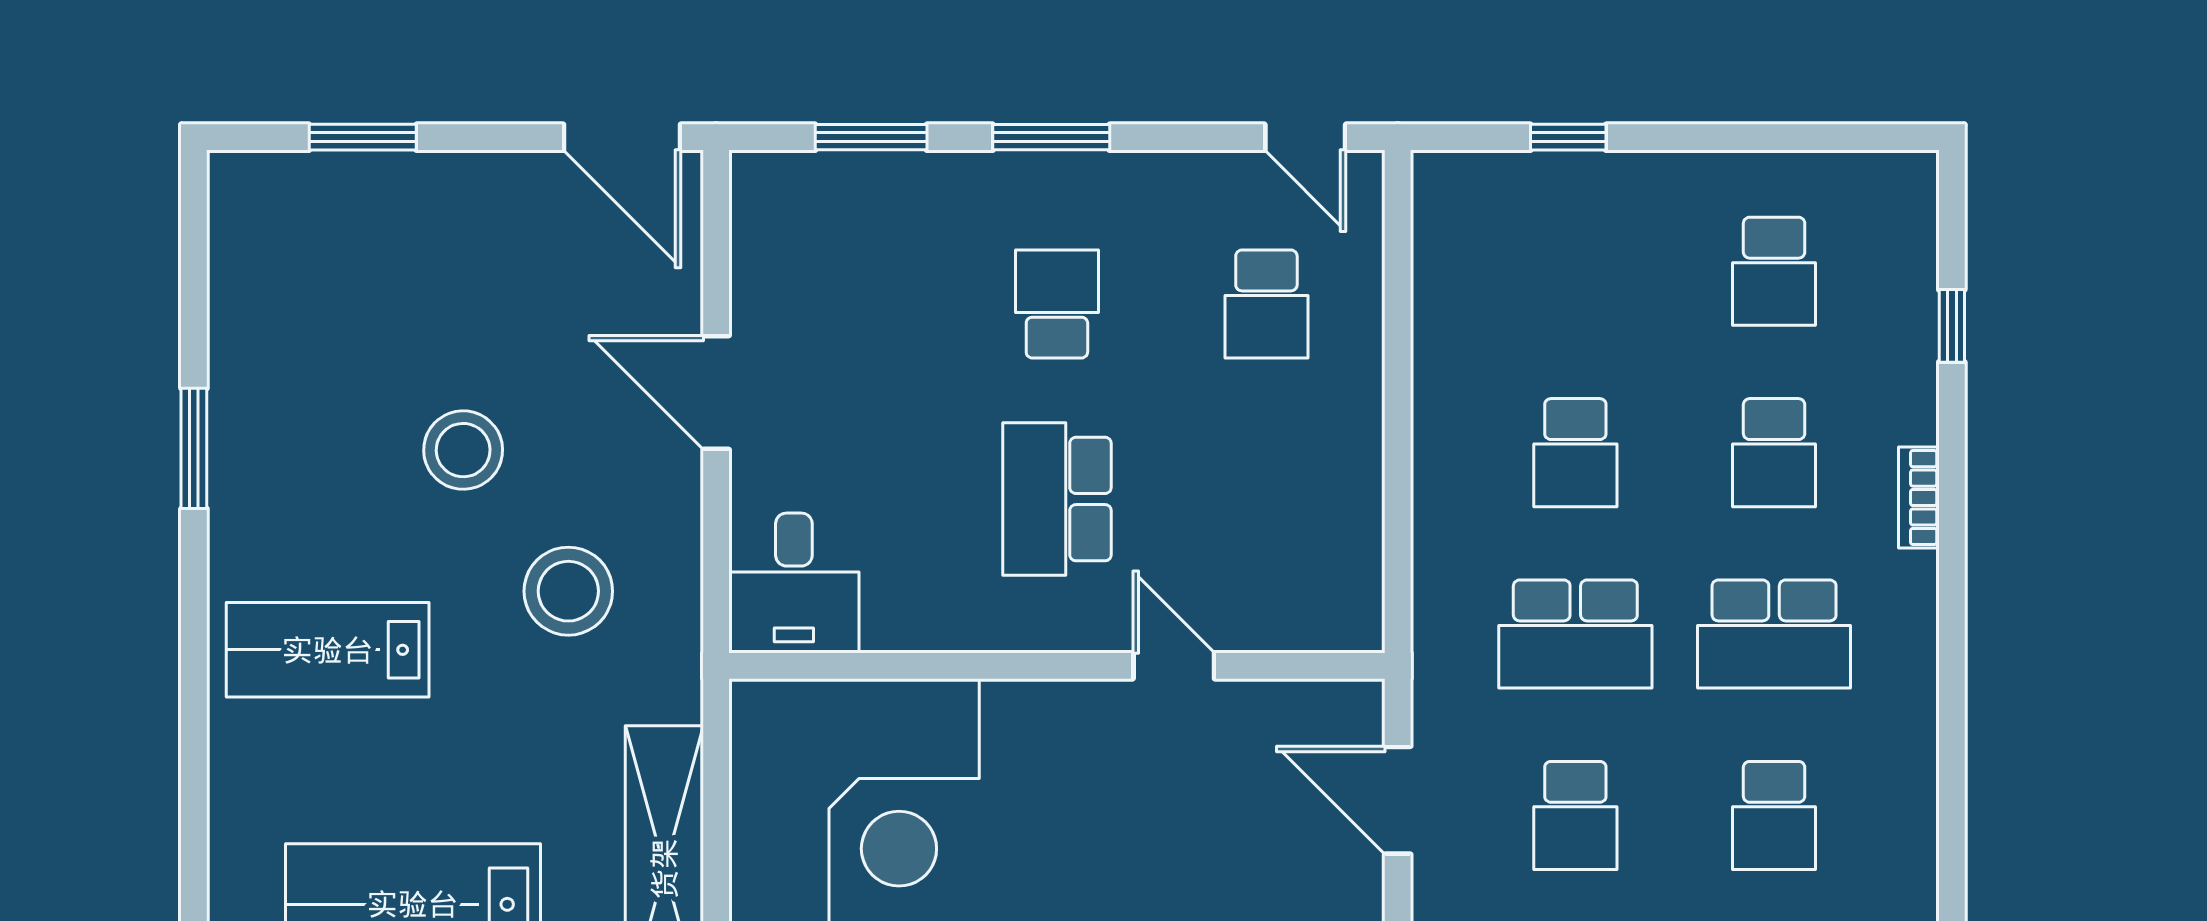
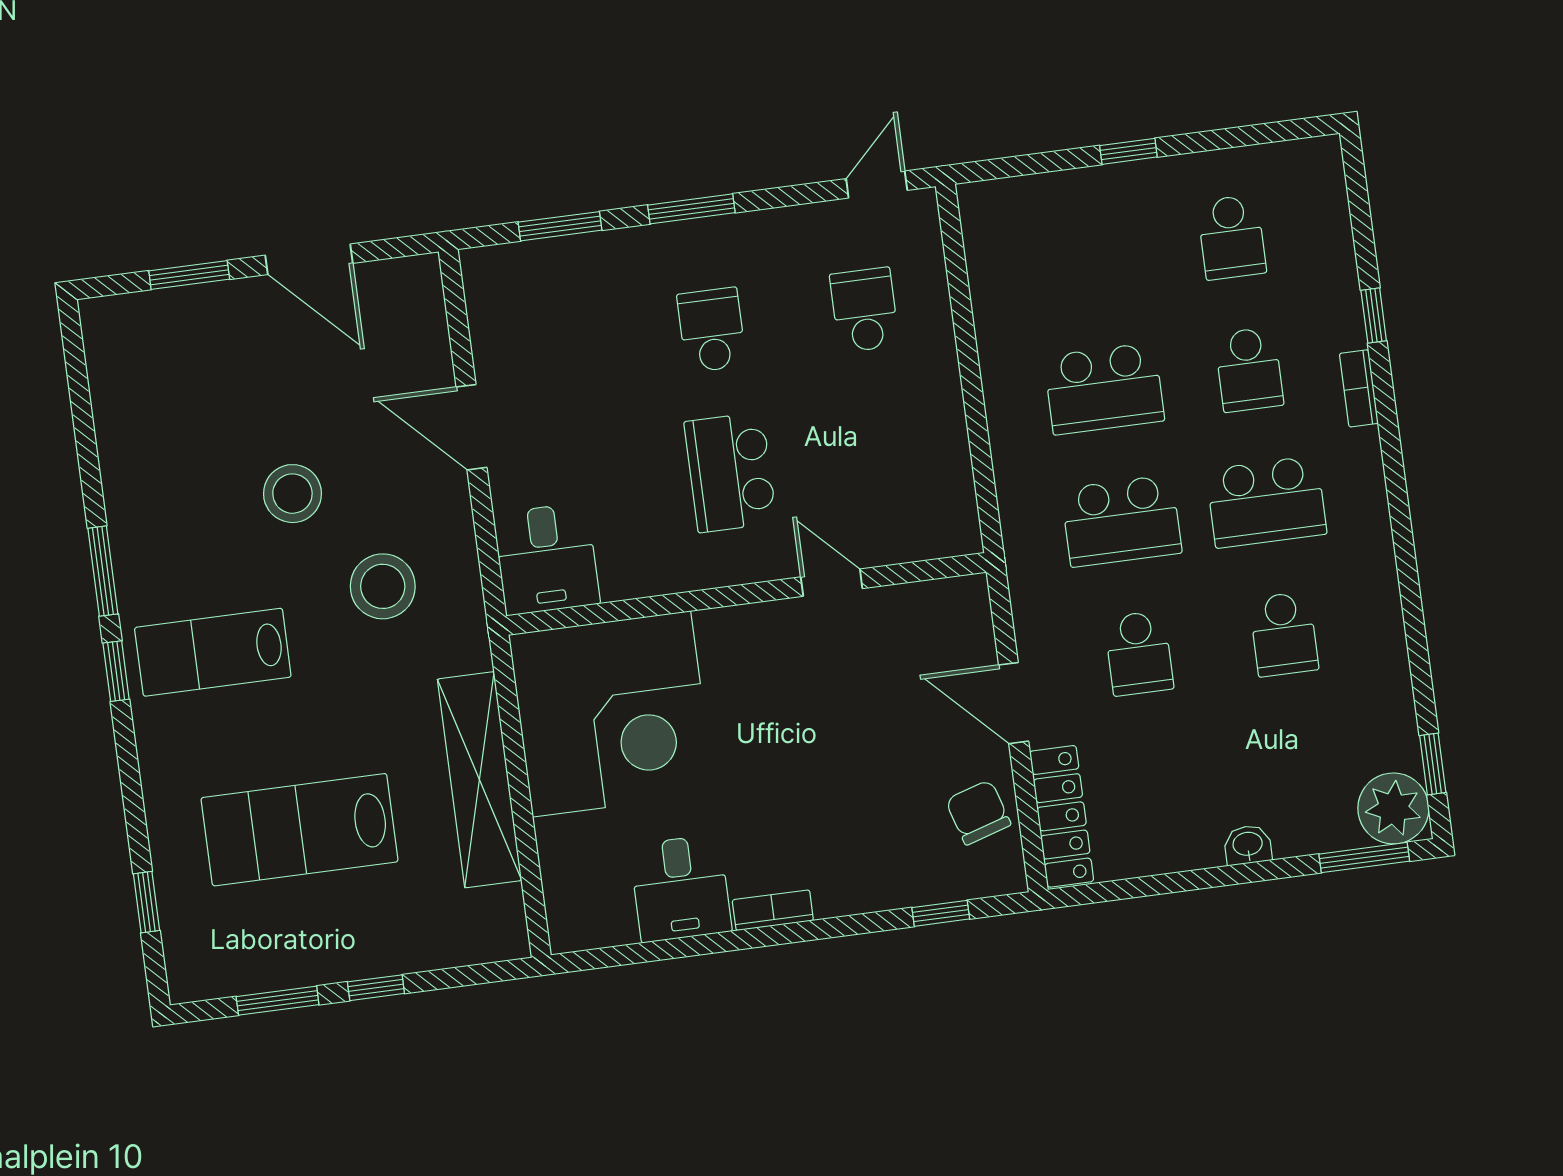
door: (622, 137) -> (309, 259), moved
door: (1305, 137) -> (877, 184), swing flipped
window: (1568, 137) -> (1128, 151), moved
school desk: (1266, 304) -> (864, 310), turned 180
window: (1952, 326) -> (1374, 316), moved
window: (194, 448) -> (103, 571), moved
school desk: (1575, 453) -> (1104, 389), width x1.85
window: (194, 658) -> (116, 671), added
door: (1398, 800) -> (1014, 703), moved

